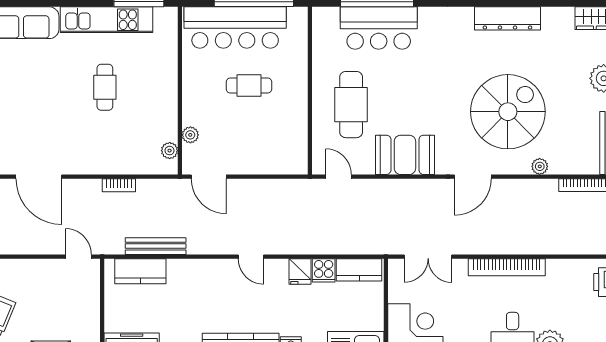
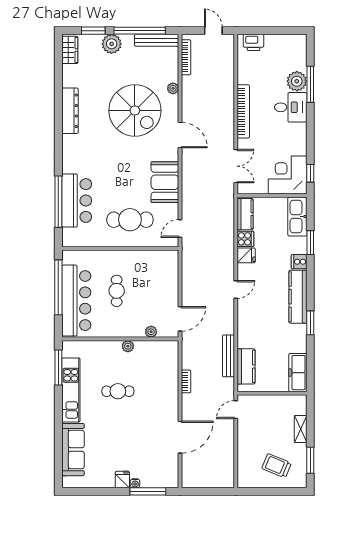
spiral stairs: (508, 112) -> (135, 111), turned 180
plant: (170, 151) -> (128, 346), moved

